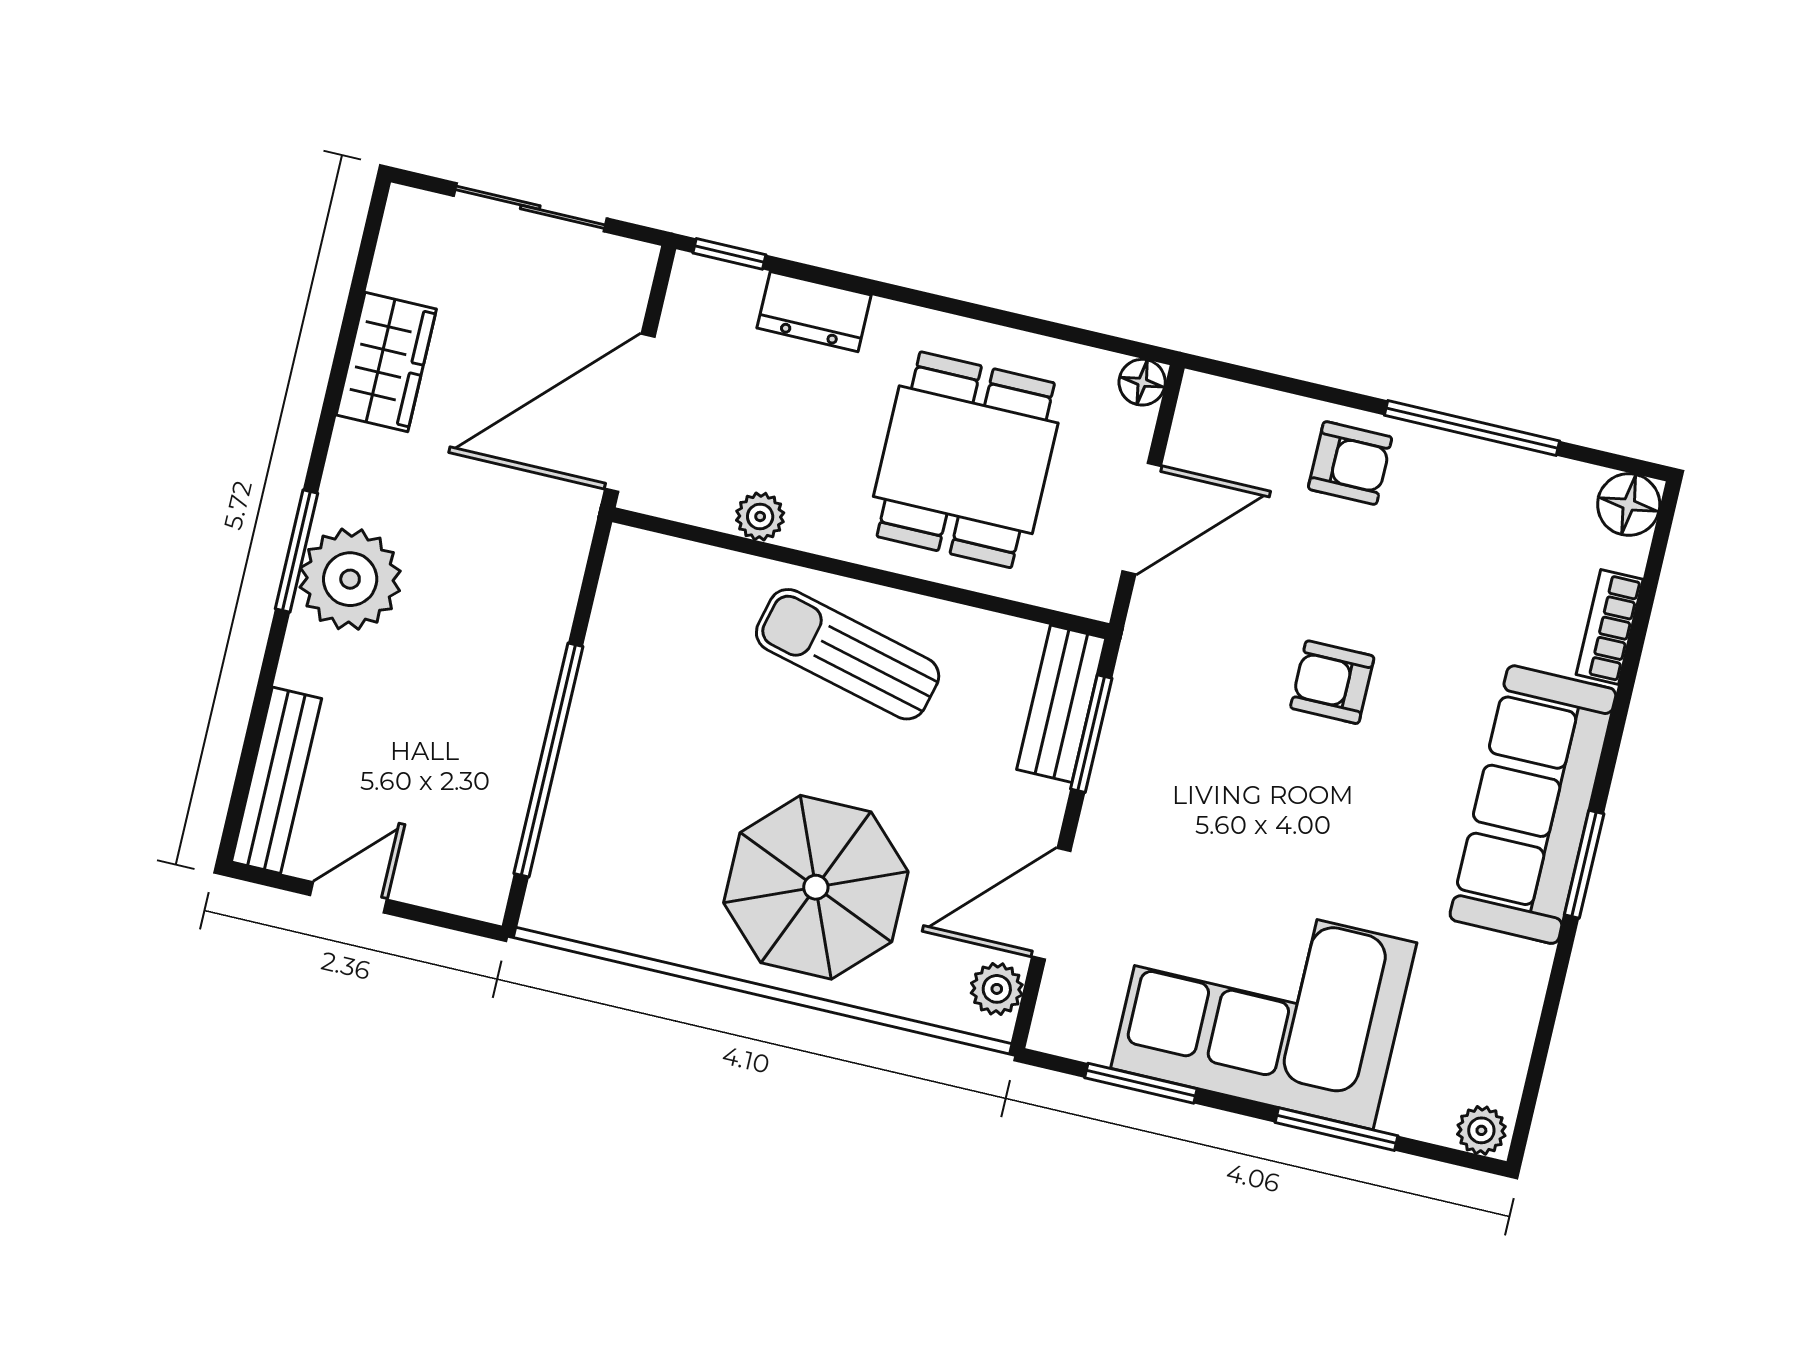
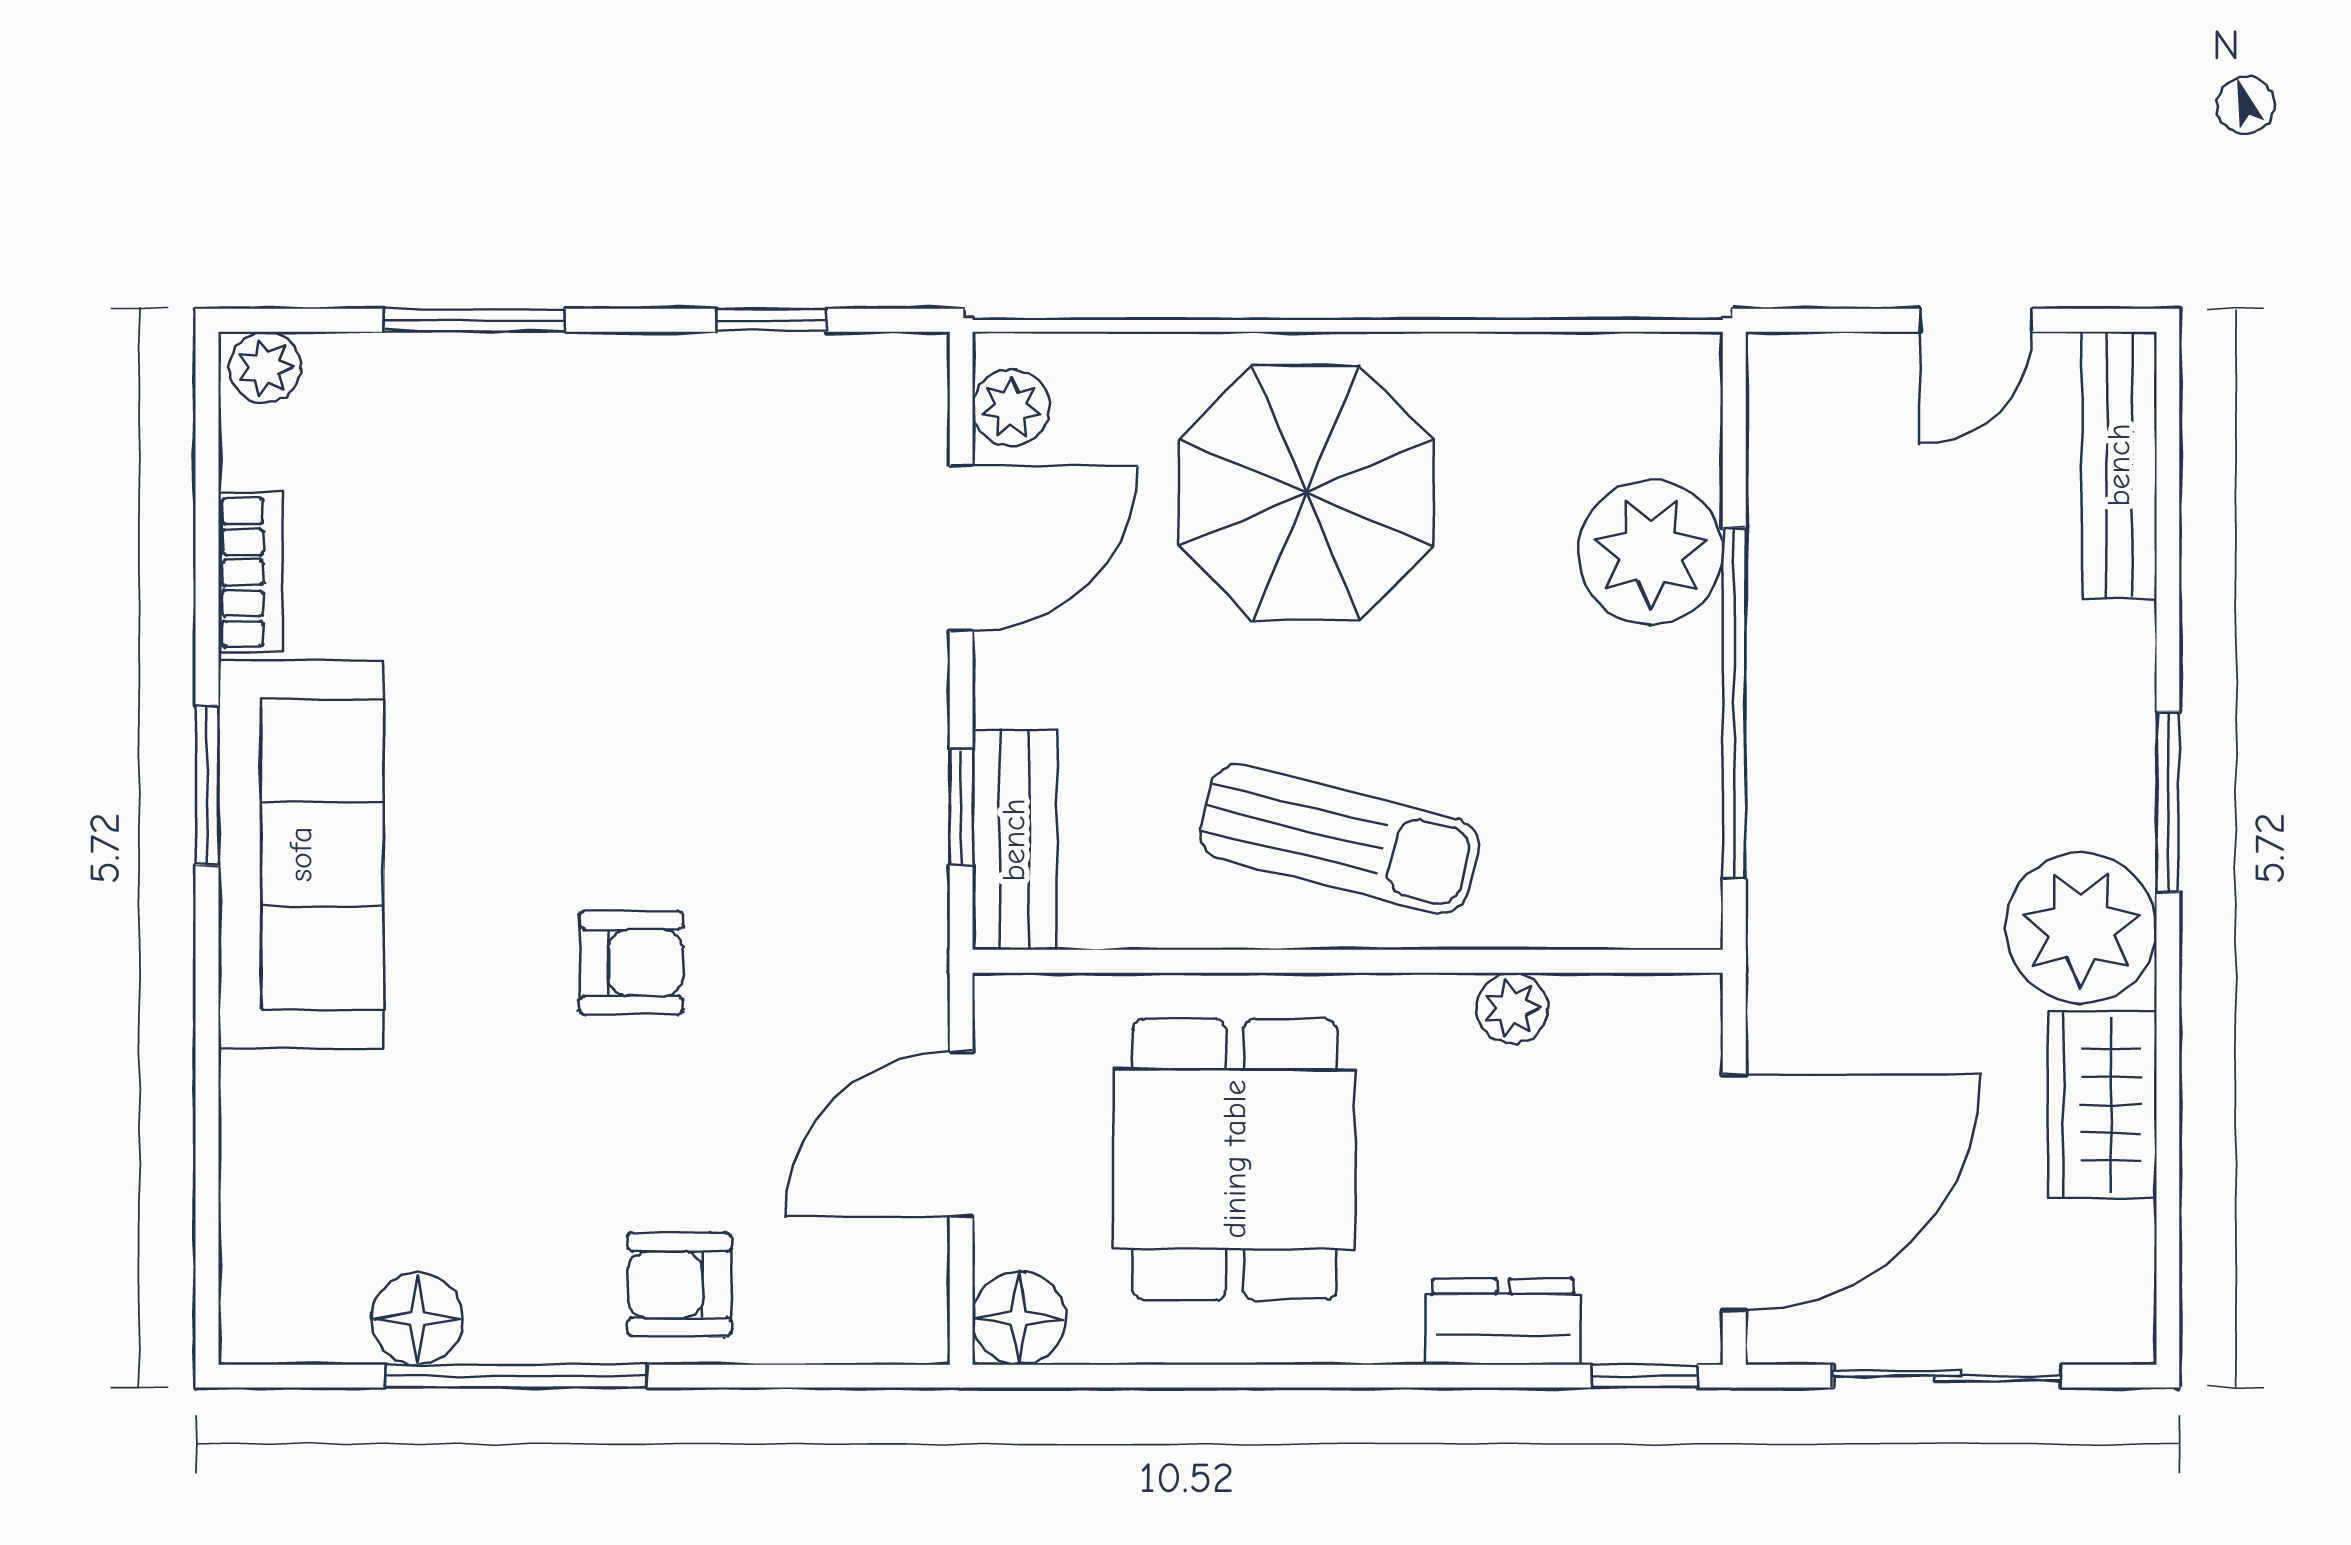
floor lamp: (1142, 382) -> (1019, 1318), width x1.37, depth x1.37
door: (630, 413) -> (1734, 1193), moved
floor lamp: (1629, 505) -> (417, 1319), moved
plant: (350, 579) -> (2081, 928), moved
bookcase: (1610, 627) -> (250, 572), moved
window: (1091, 734) -> (961, 807), width x0.67
window: (548, 760) -> (1734, 703), moved
plant: (598, 795) -> (1651, 553), added
corner sofa: (1264, 1005) -> (621, 474), removed
window: (1141, 1083) -> (771, 320), width x0.67

